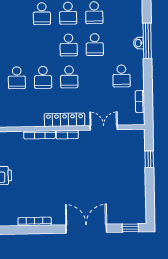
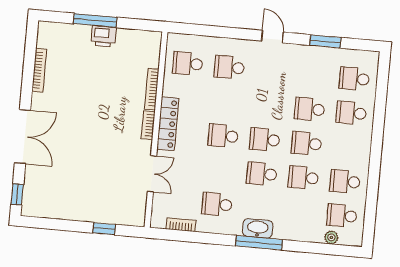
washbasin: (139, 43) -> (258, 228), width x1.91, depth x1.45
school desk: (43, 77) -> (188, 64), moved

